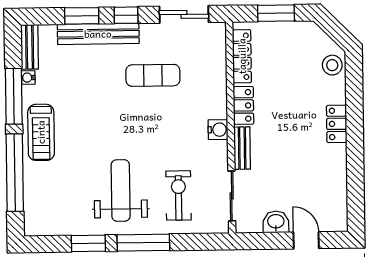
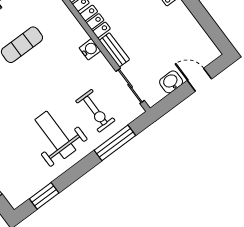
exercise bike: (178, 195) -> (95, 111), turned 180
window: (88, 243) -> (44, 196), moved
window: (143, 243) -> (115, 143), moved

